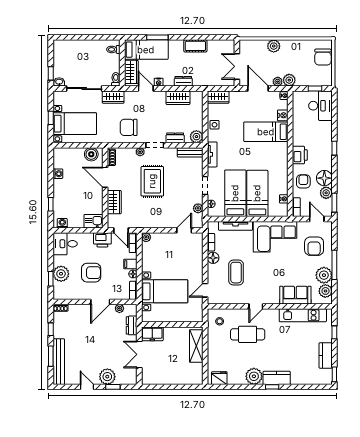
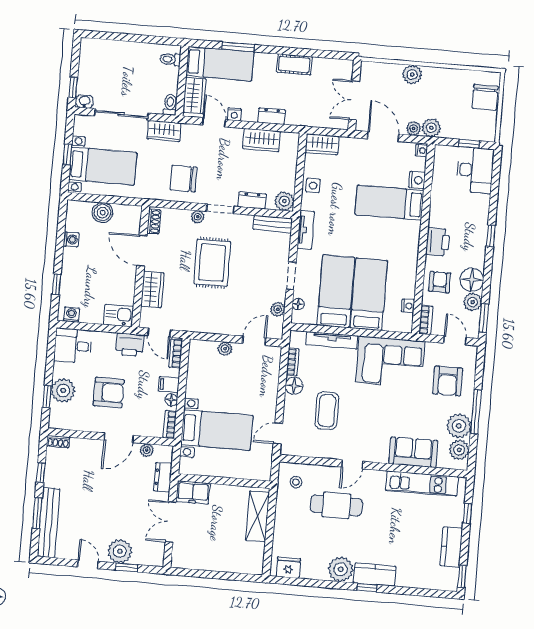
boiler: (91, 154) -> (103, 213), moved
plant: (146, 237) -> (225, 349), moved

